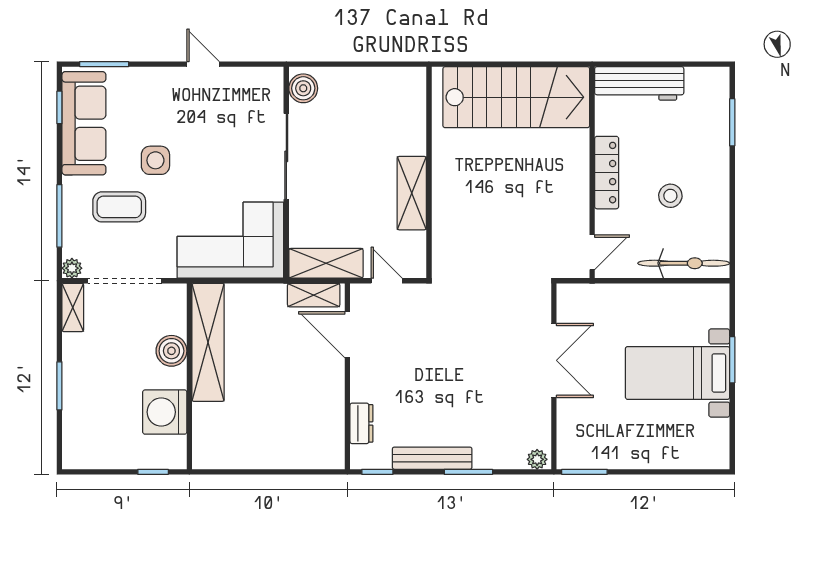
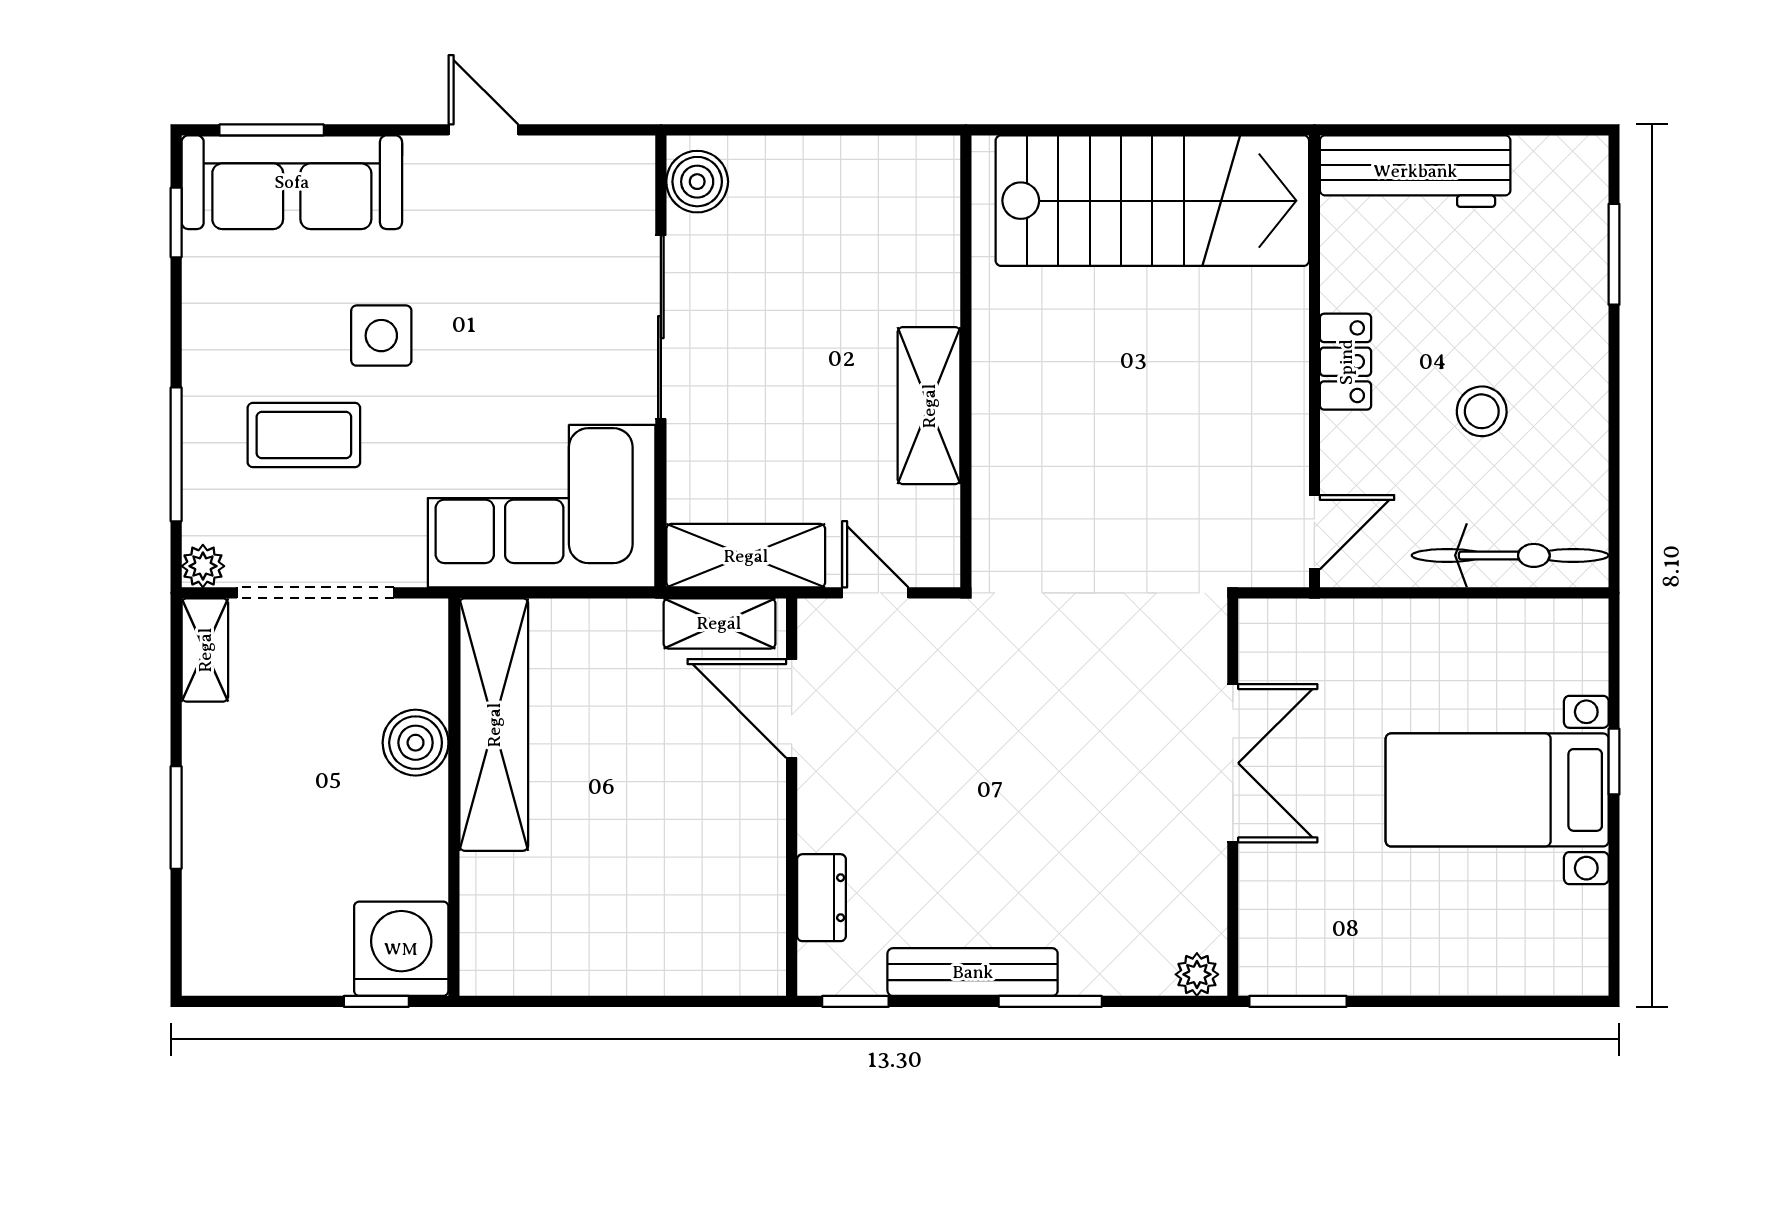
sofa: (84, 123) -> (292, 182), moved, turned 90
locker: (607, 173) -> (1346, 362), width x0.66
window: (732, 360) -> (1614, 762), width x0.67
washing machine: (165, 412) -> (401, 949), moved, turned 90

